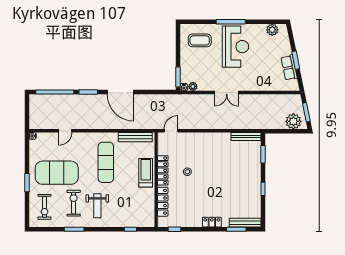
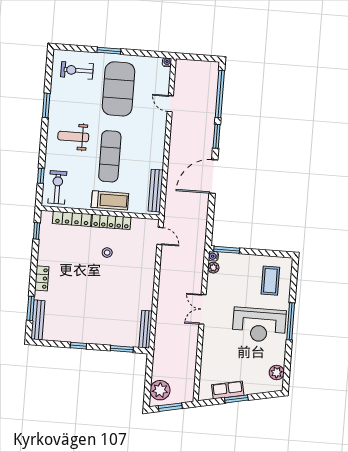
exercise mat: (106, 162) -> (110, 156), moved, turned 90
exercise bike: (74, 203) -> (57, 187), moved, turned -90

